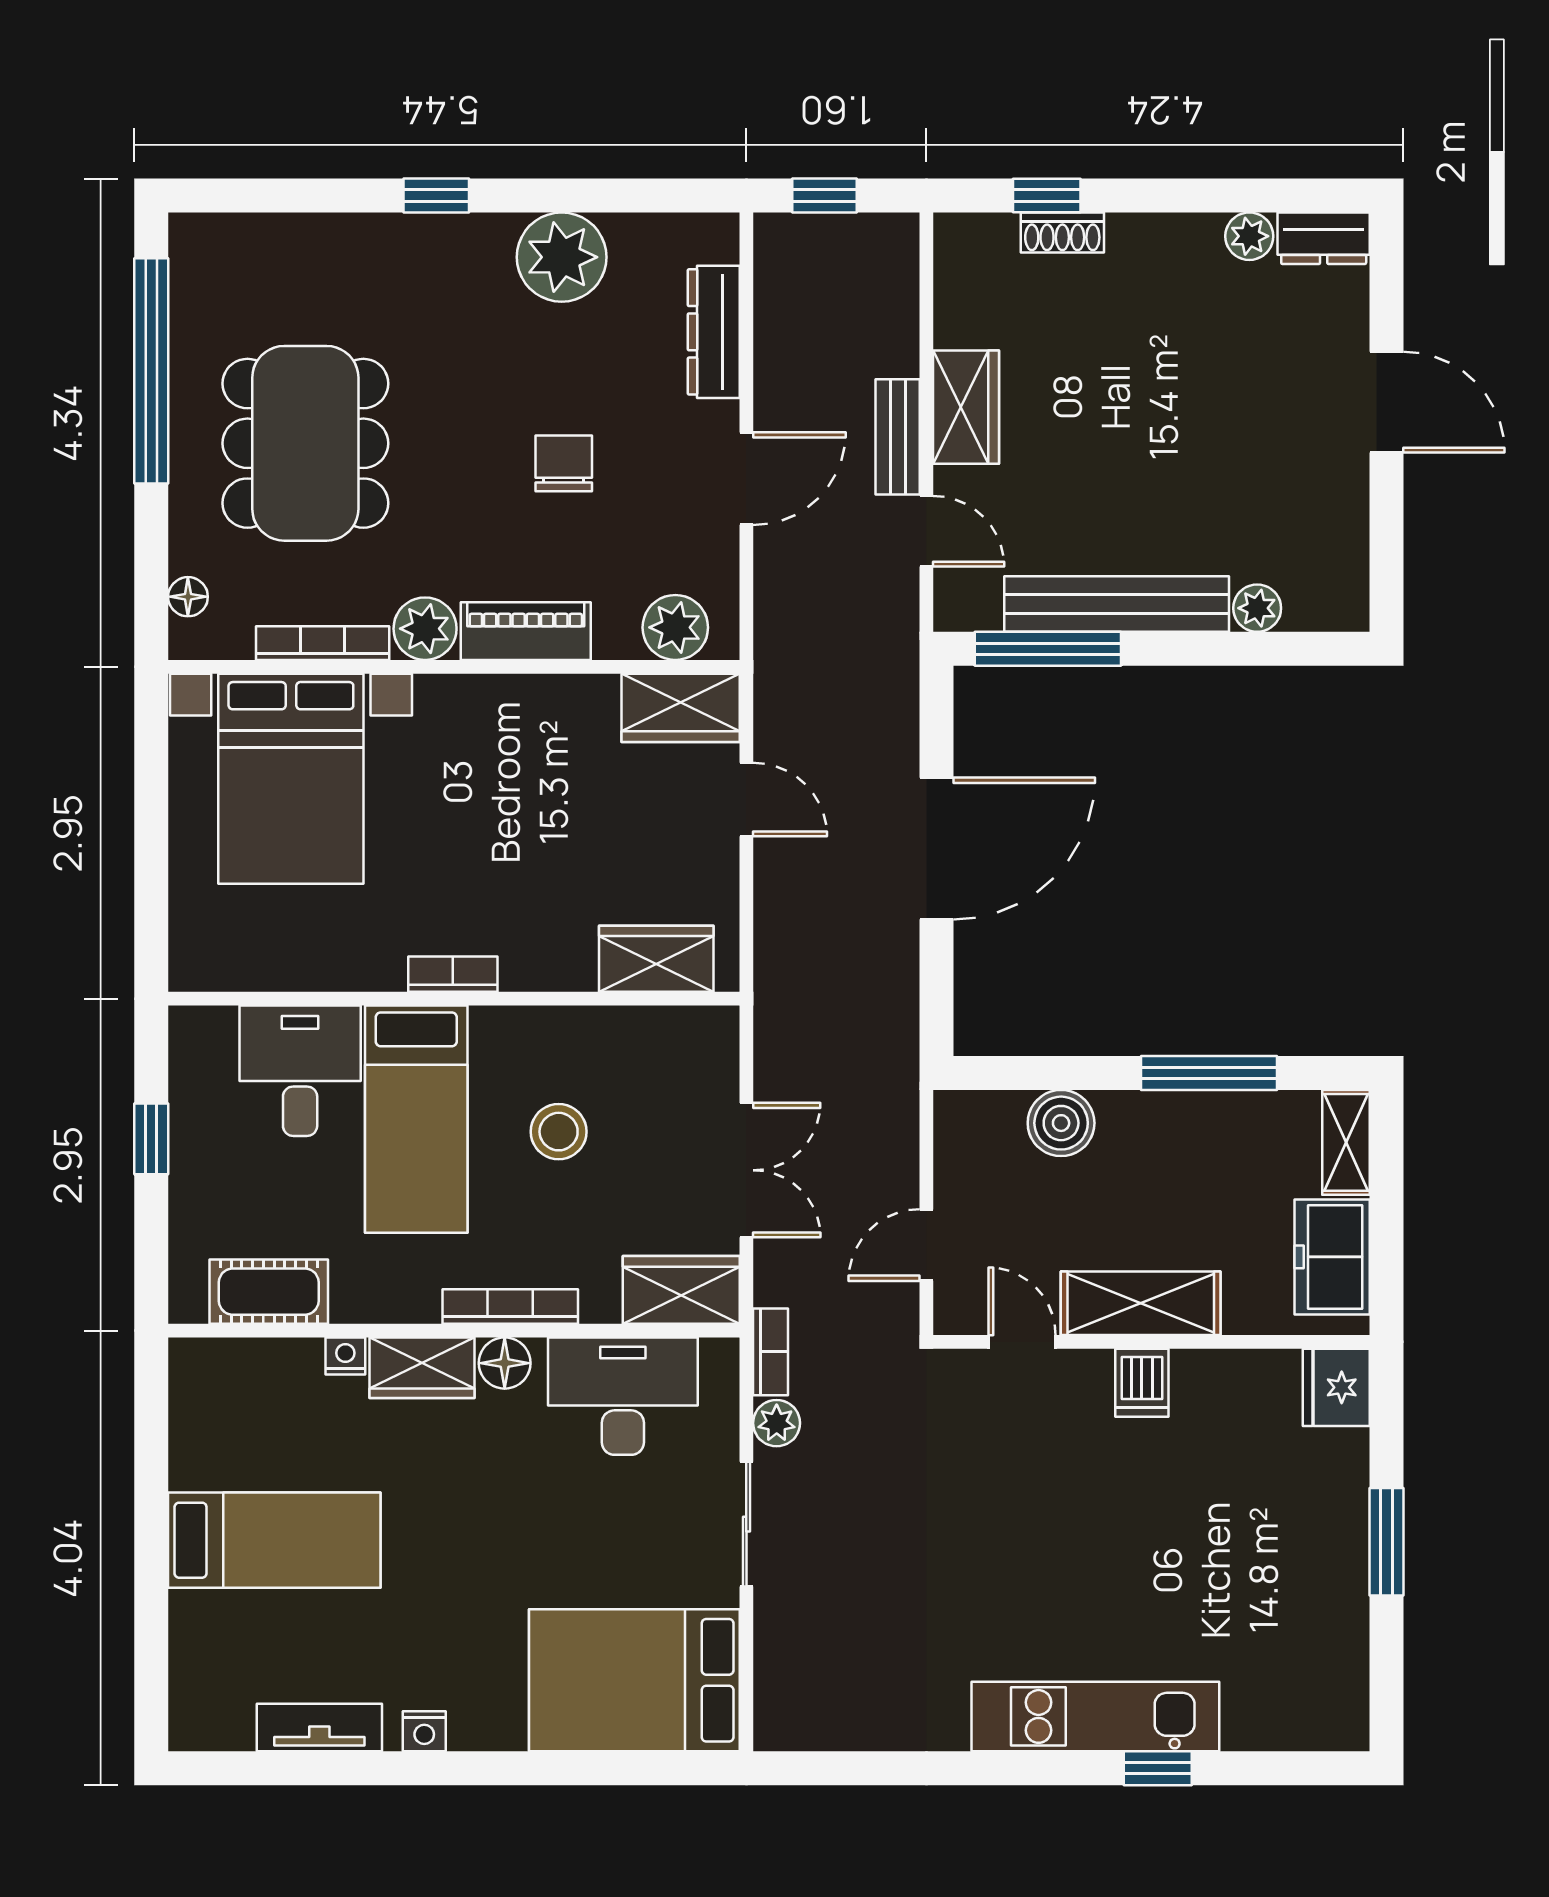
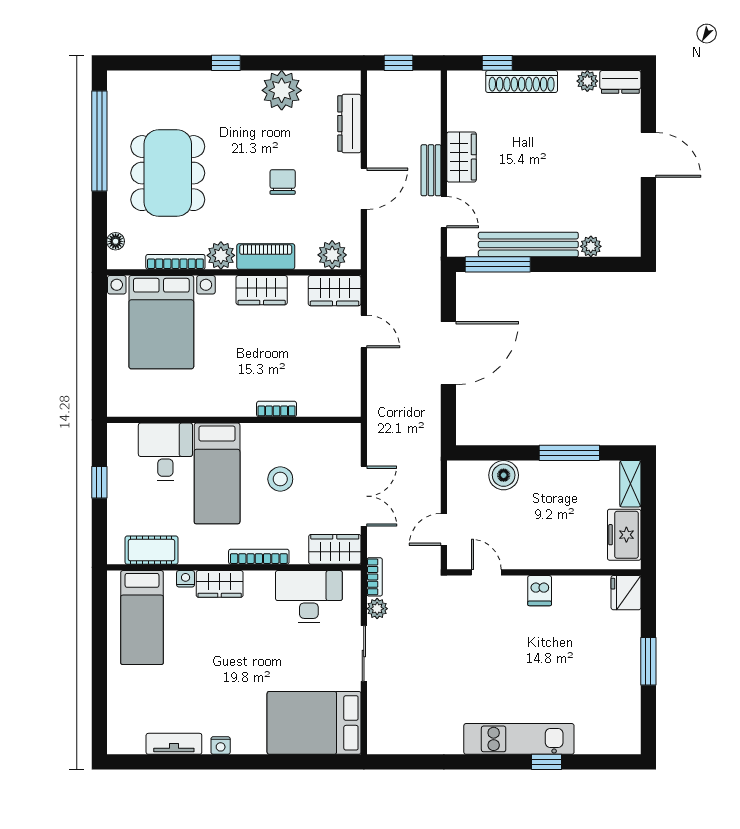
shoe rack: (1062, 233) -> (522, 81), width x1.94, depth x1.24
wardrobe: (656, 959) -> (262, 290), moved, turned 180
bookcase: (453, 974) -> (277, 409), moved
shelving: (1141, 1303) -> (539, 555), removed
floor lamp: (505, 1363) -> (256, 582), removed
bed: (274, 1540) -> (142, 618), moved, turned 90

